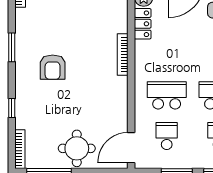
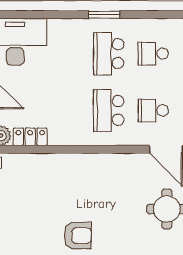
bookcase: (123, 55) -> (64, 159), removed

